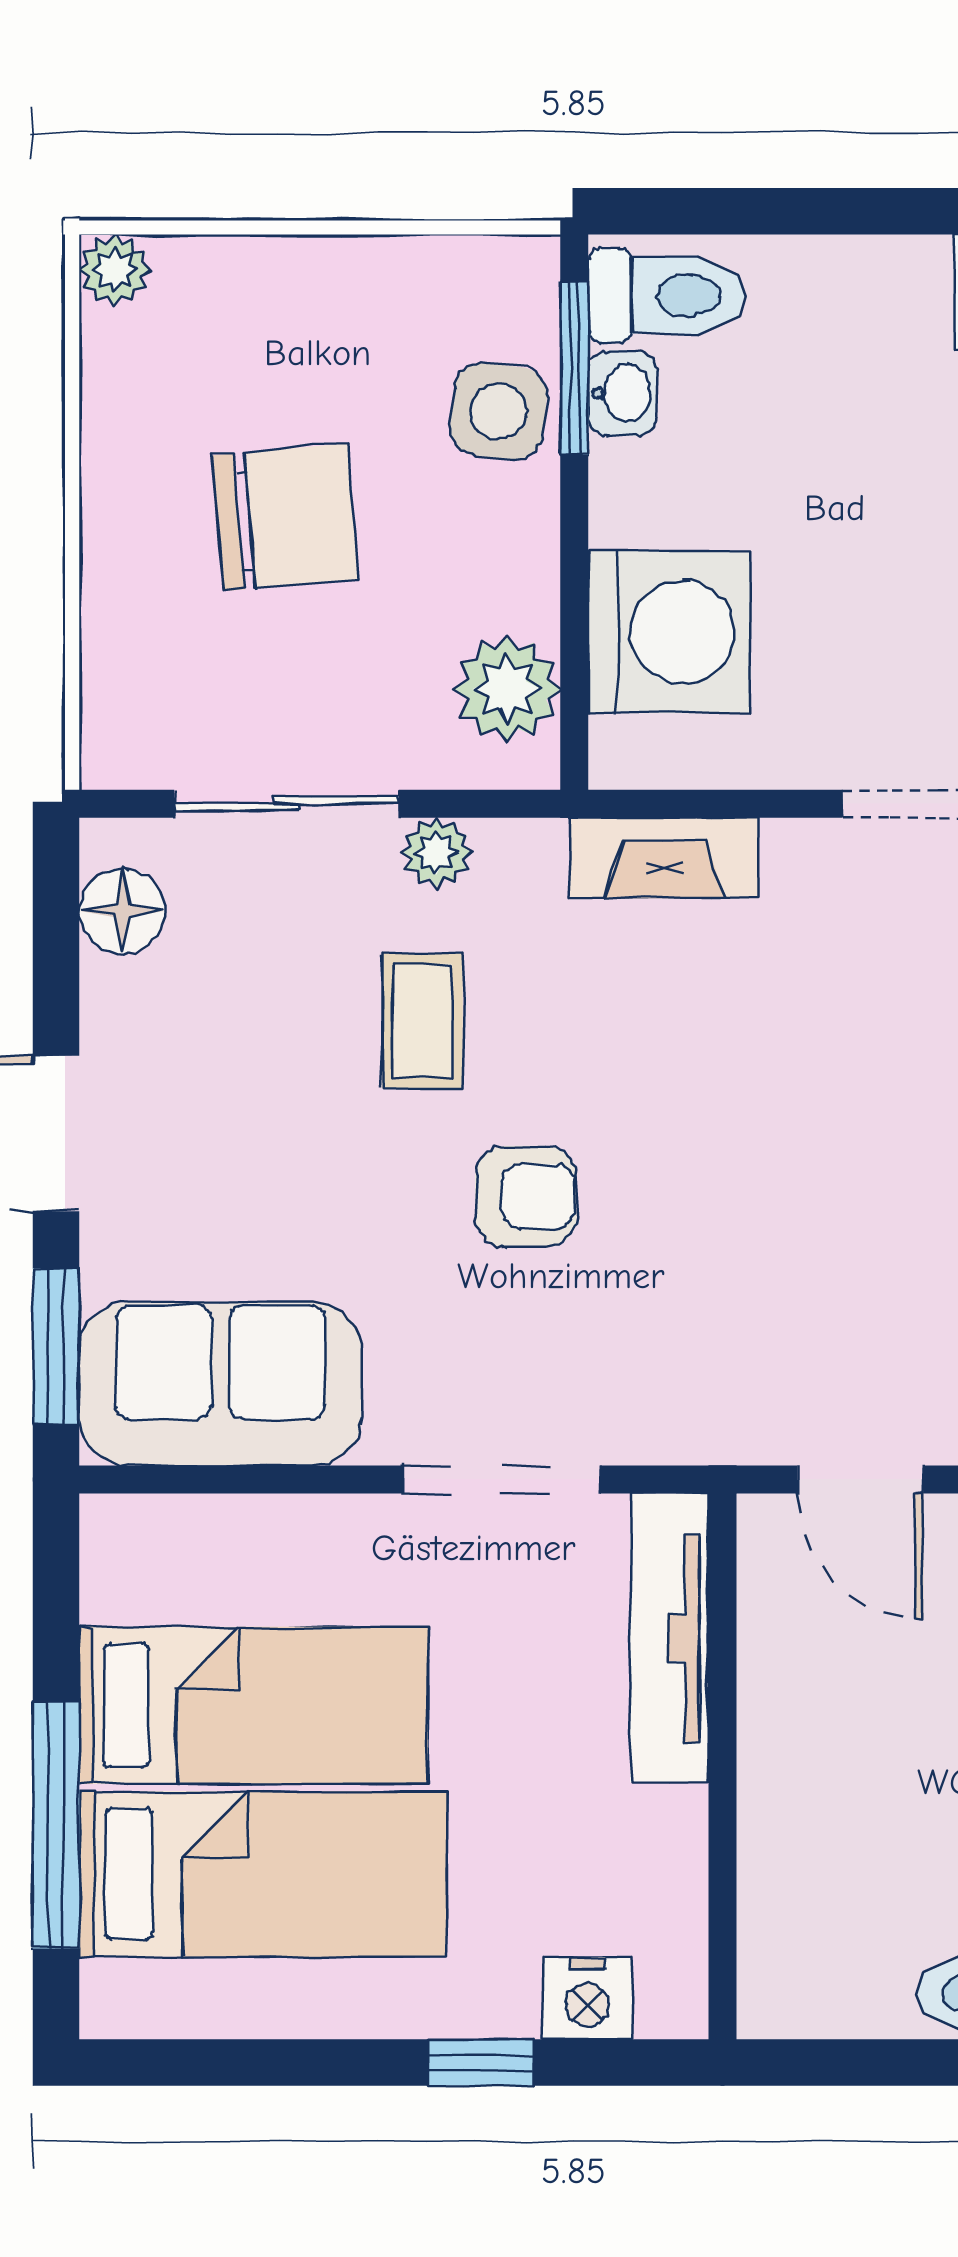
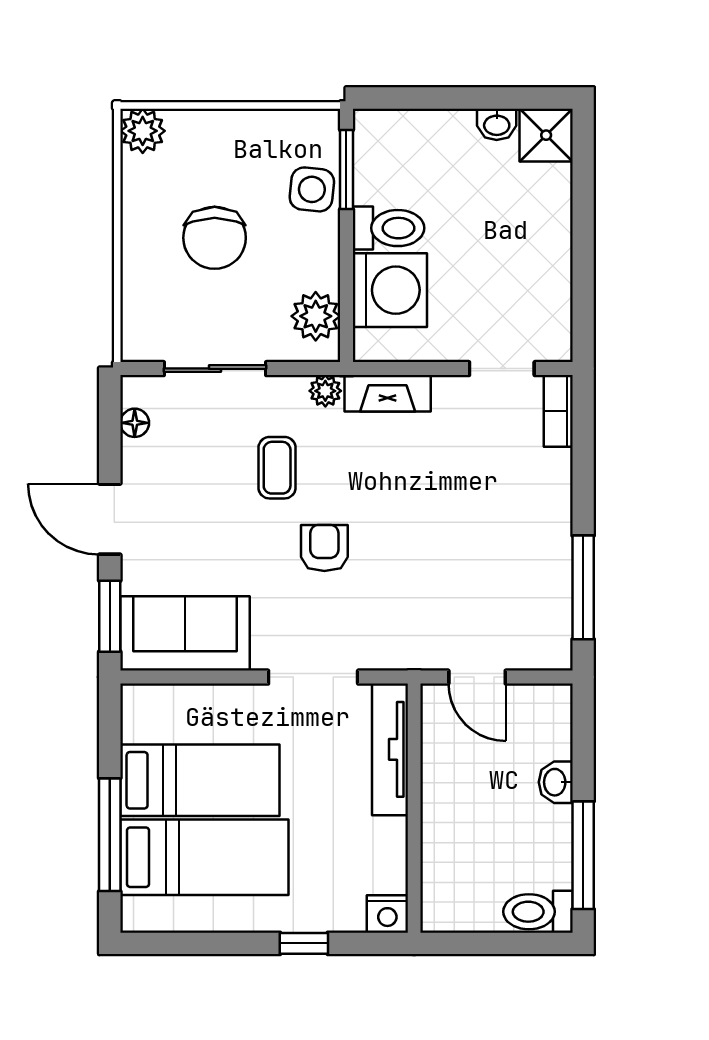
plant: (115, 270) -> (143, 131), width x1.38, depth x1.38
toilet: (666, 295) -> (389, 228), moved
washbasin: (623, 393) -> (497, 124), moved, turned 90
chair: (285, 517) -> (215, 238), turned 95
plant: (436, 852) -> (325, 391), moved
floor lamp: (122, 911) -> (135, 423), width x0.73, depth x0.73
armchair: (526, 1197) -> (324, 548), turned -90
nightstand: (587, 1998) -> (387, 914), moved

